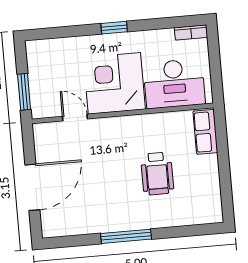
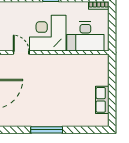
row of seats: (205, 132) -> (102, 100), moved
wheelchair: (157, 174) -> (70, 92), removed

